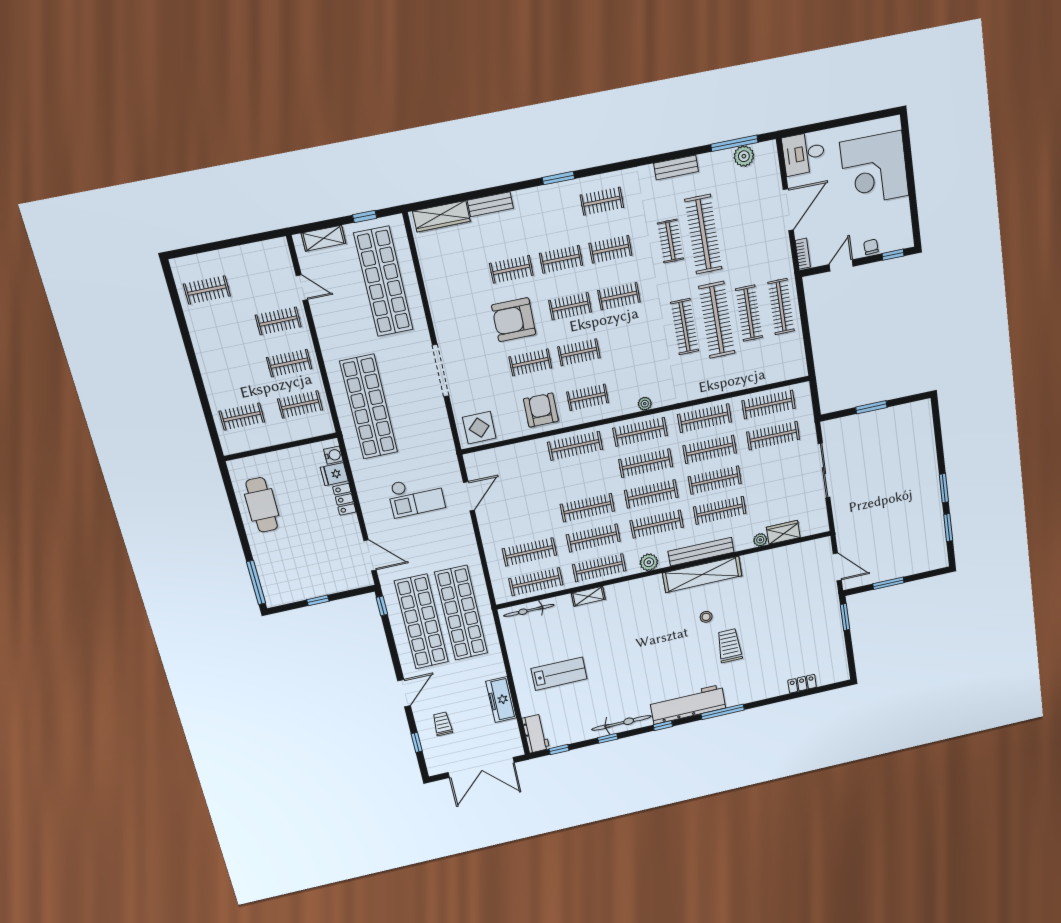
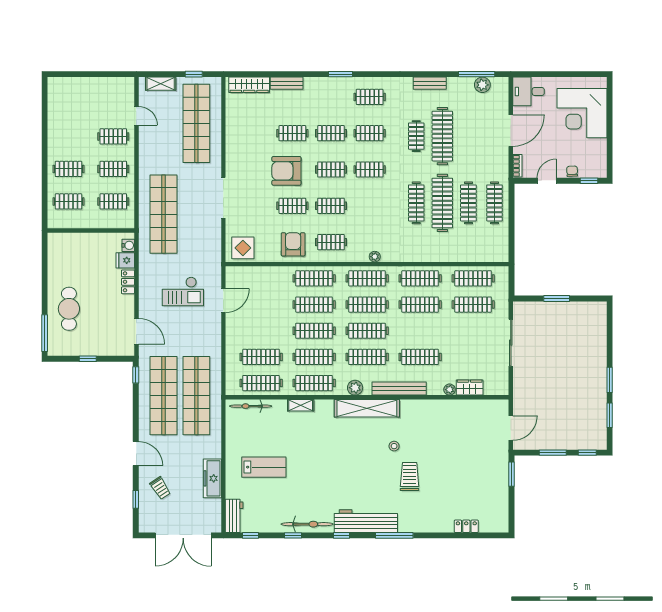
clothes rail: (207, 290) -> (69, 169), moved
clothes rail: (715, 480) -> (314, 305), moved
cafe table: (262, 505) -> (69, 309), moved
door: (837, 567) -> (511, 428), hinge flipped
shelving: (702, 574) -> (367, 408), moved
window: (927, 574) -> (587, 453), added
door: (404, 693) -> (136, 453), hinge flipped
trolley: (442, 724) -> (160, 488), turned 147

